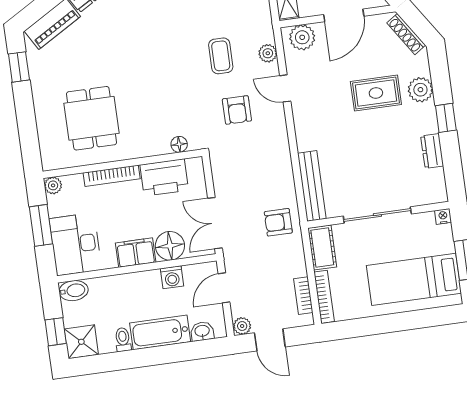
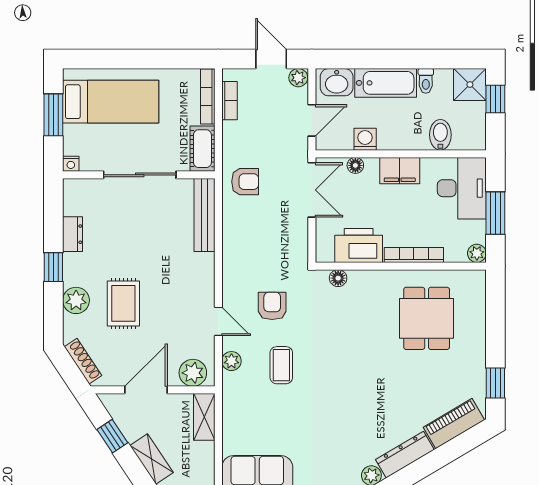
rug: (376, 93) -> (123, 303), turned 90
floor lamp: (170, 246) -> (355, 165), width x0.53, depth x0.53
bidet: (74, 291) -> (440, 135), moved, turned 90
washbasin: (202, 331) -> (337, 82), width x1.38, depth x1.45

